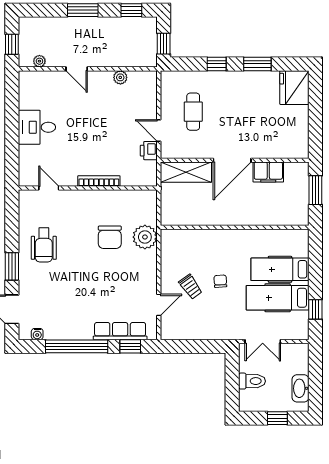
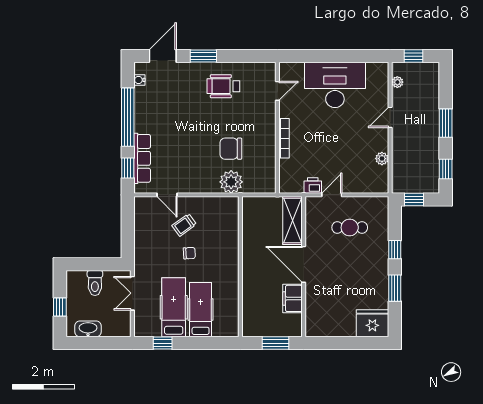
desk: (37, 127) -> (335, 85), width x1.87, depth x1.30

